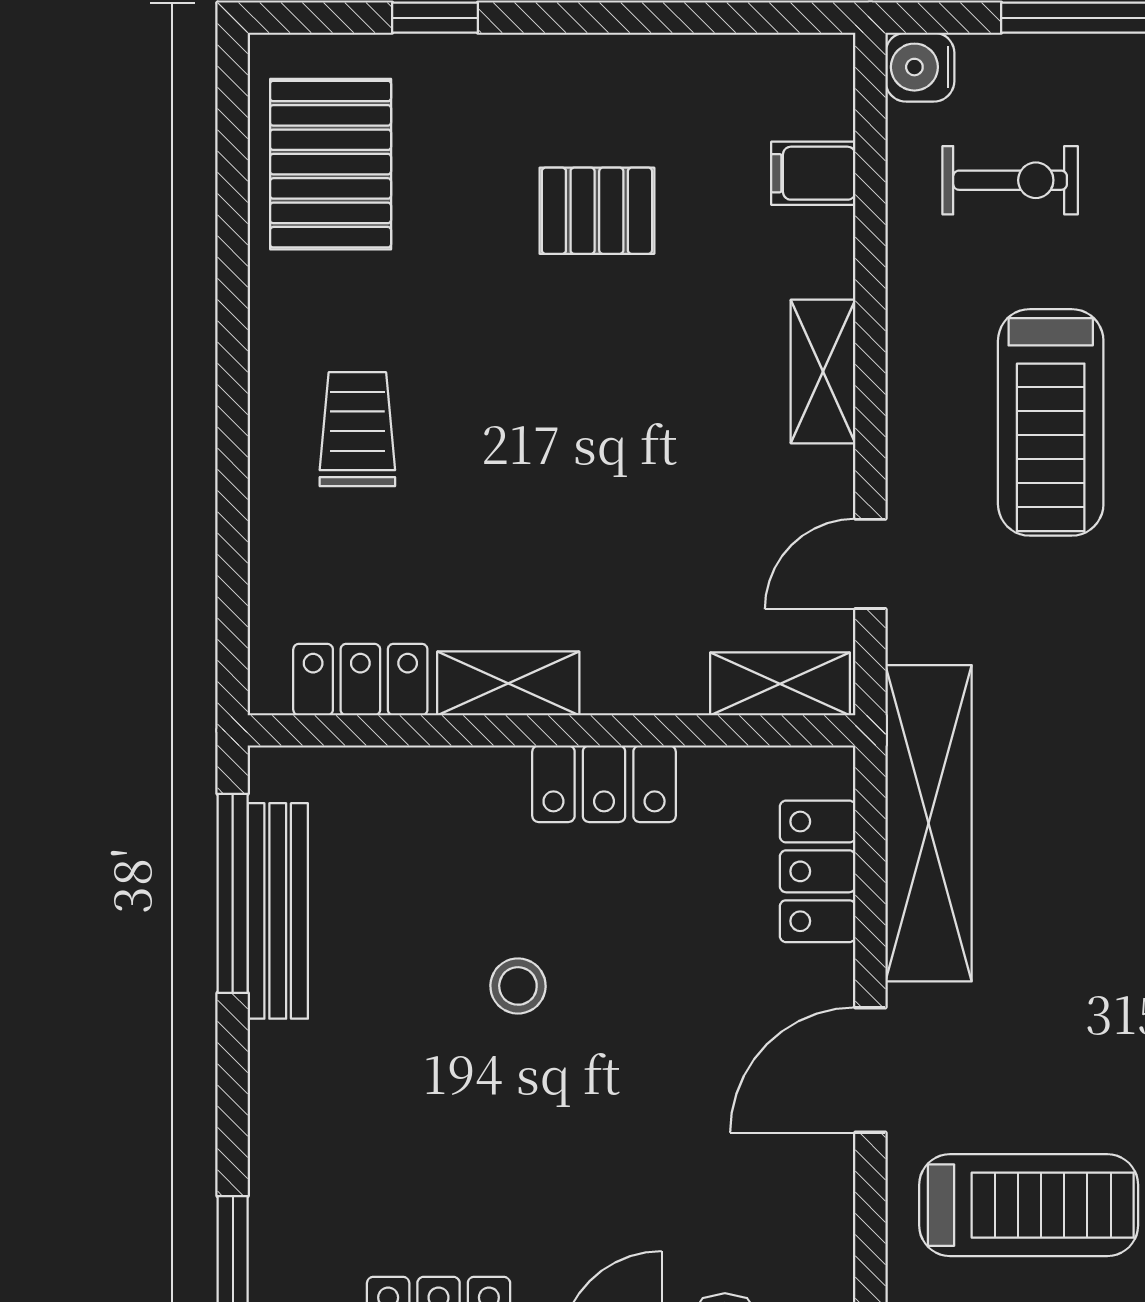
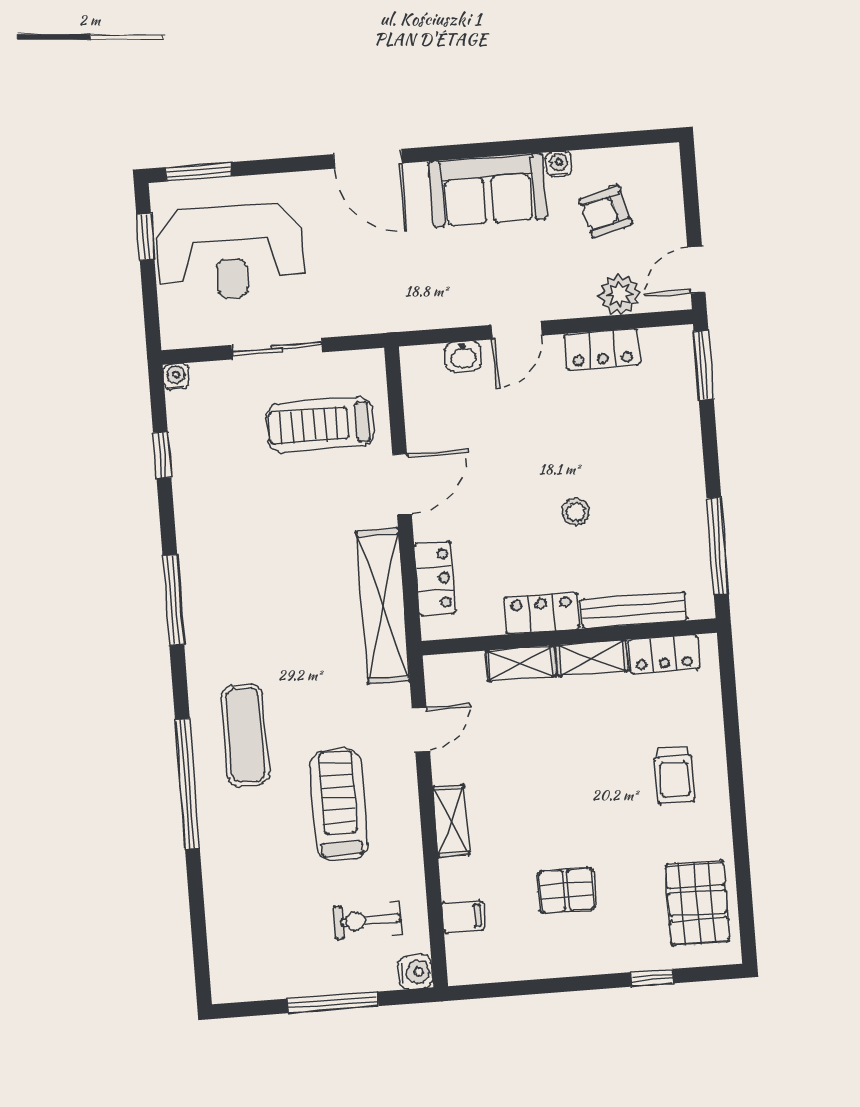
shelving: (780, 684) -> (521, 663), moved
bench: (278, 911) -> (634, 610), moved, turned 90

